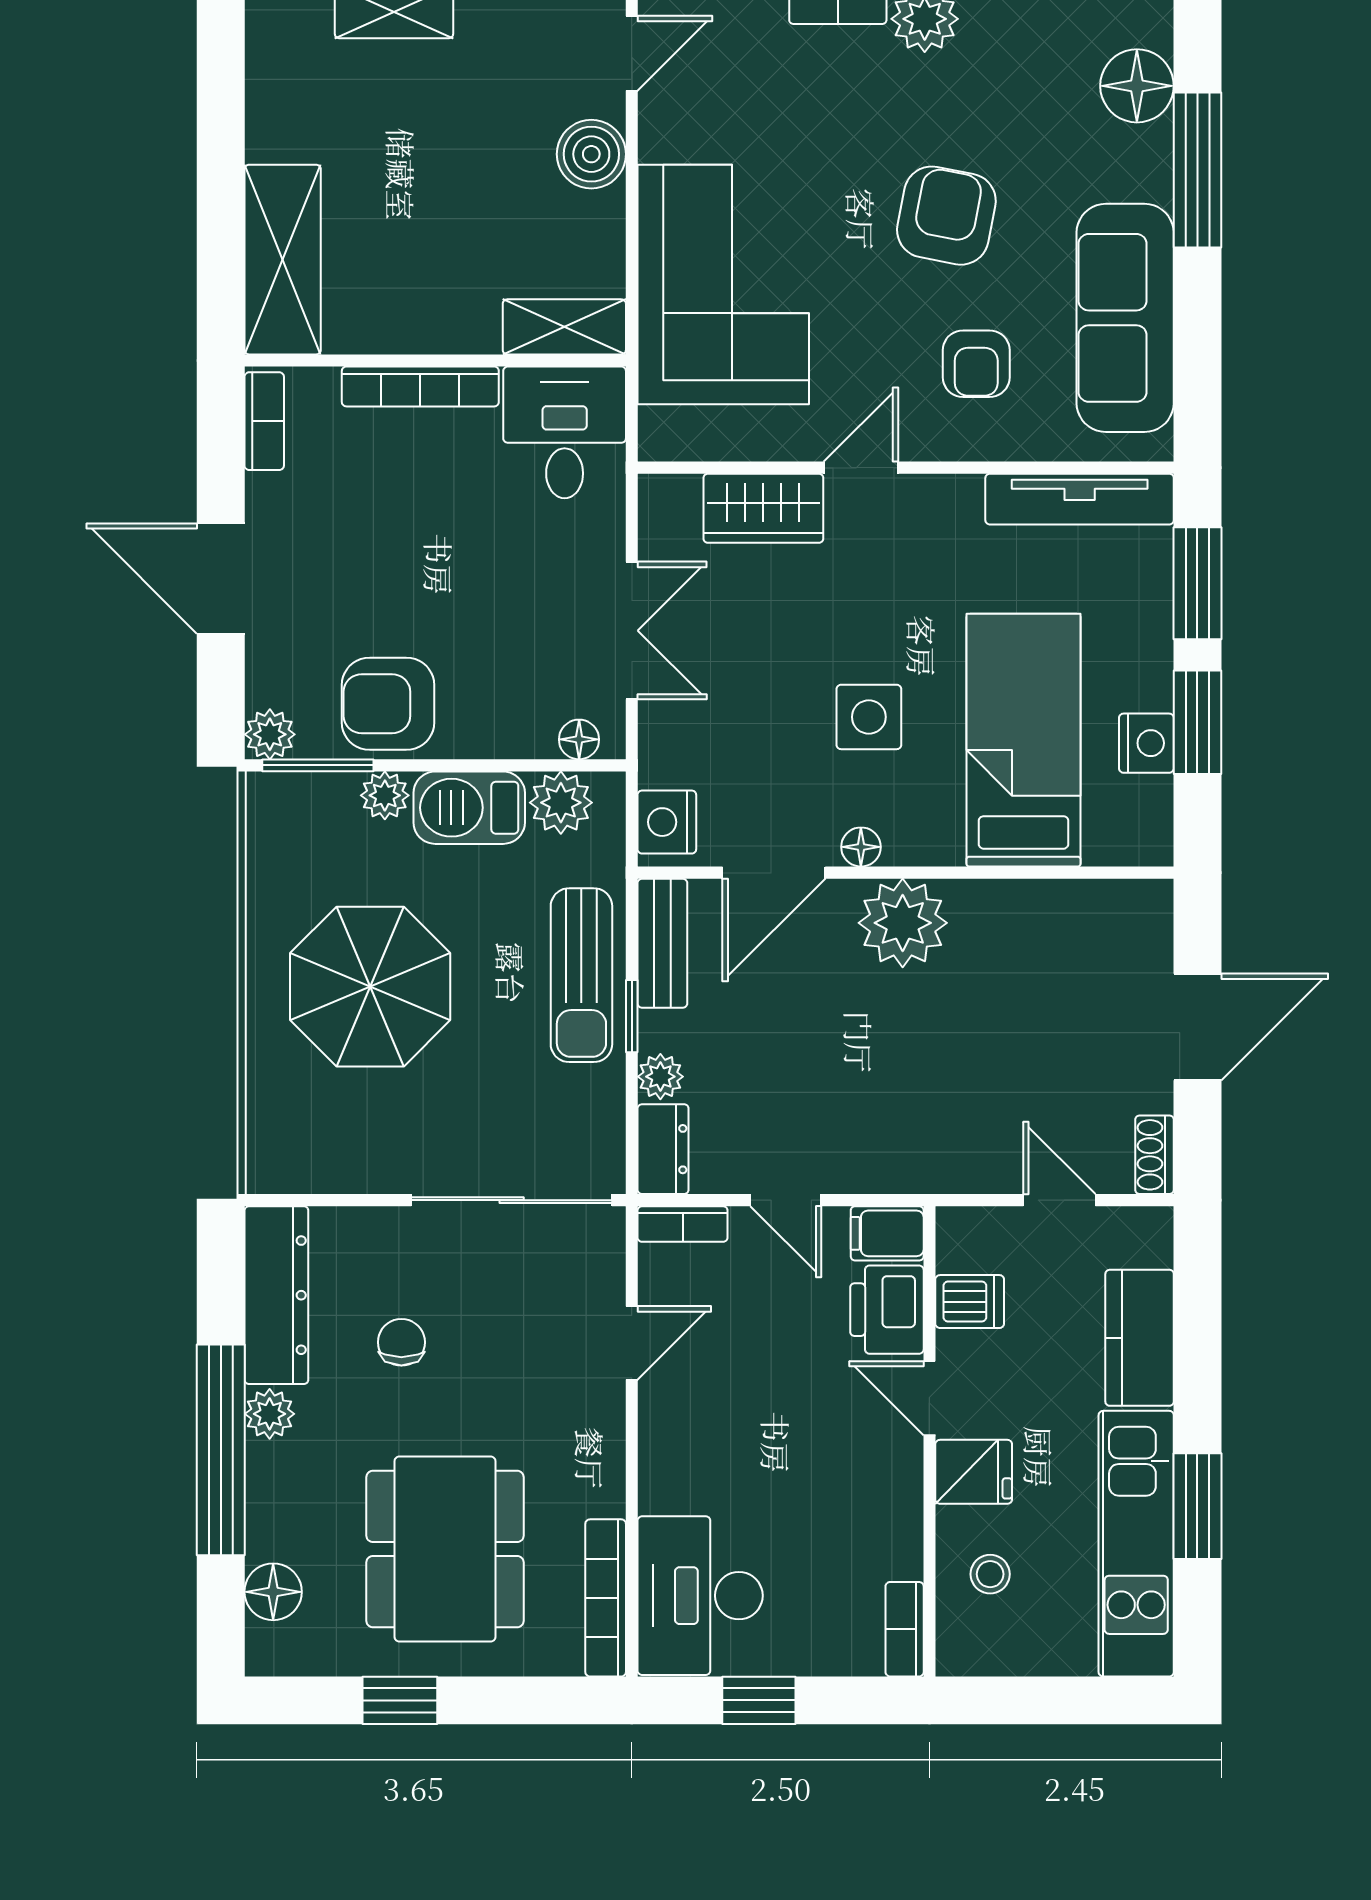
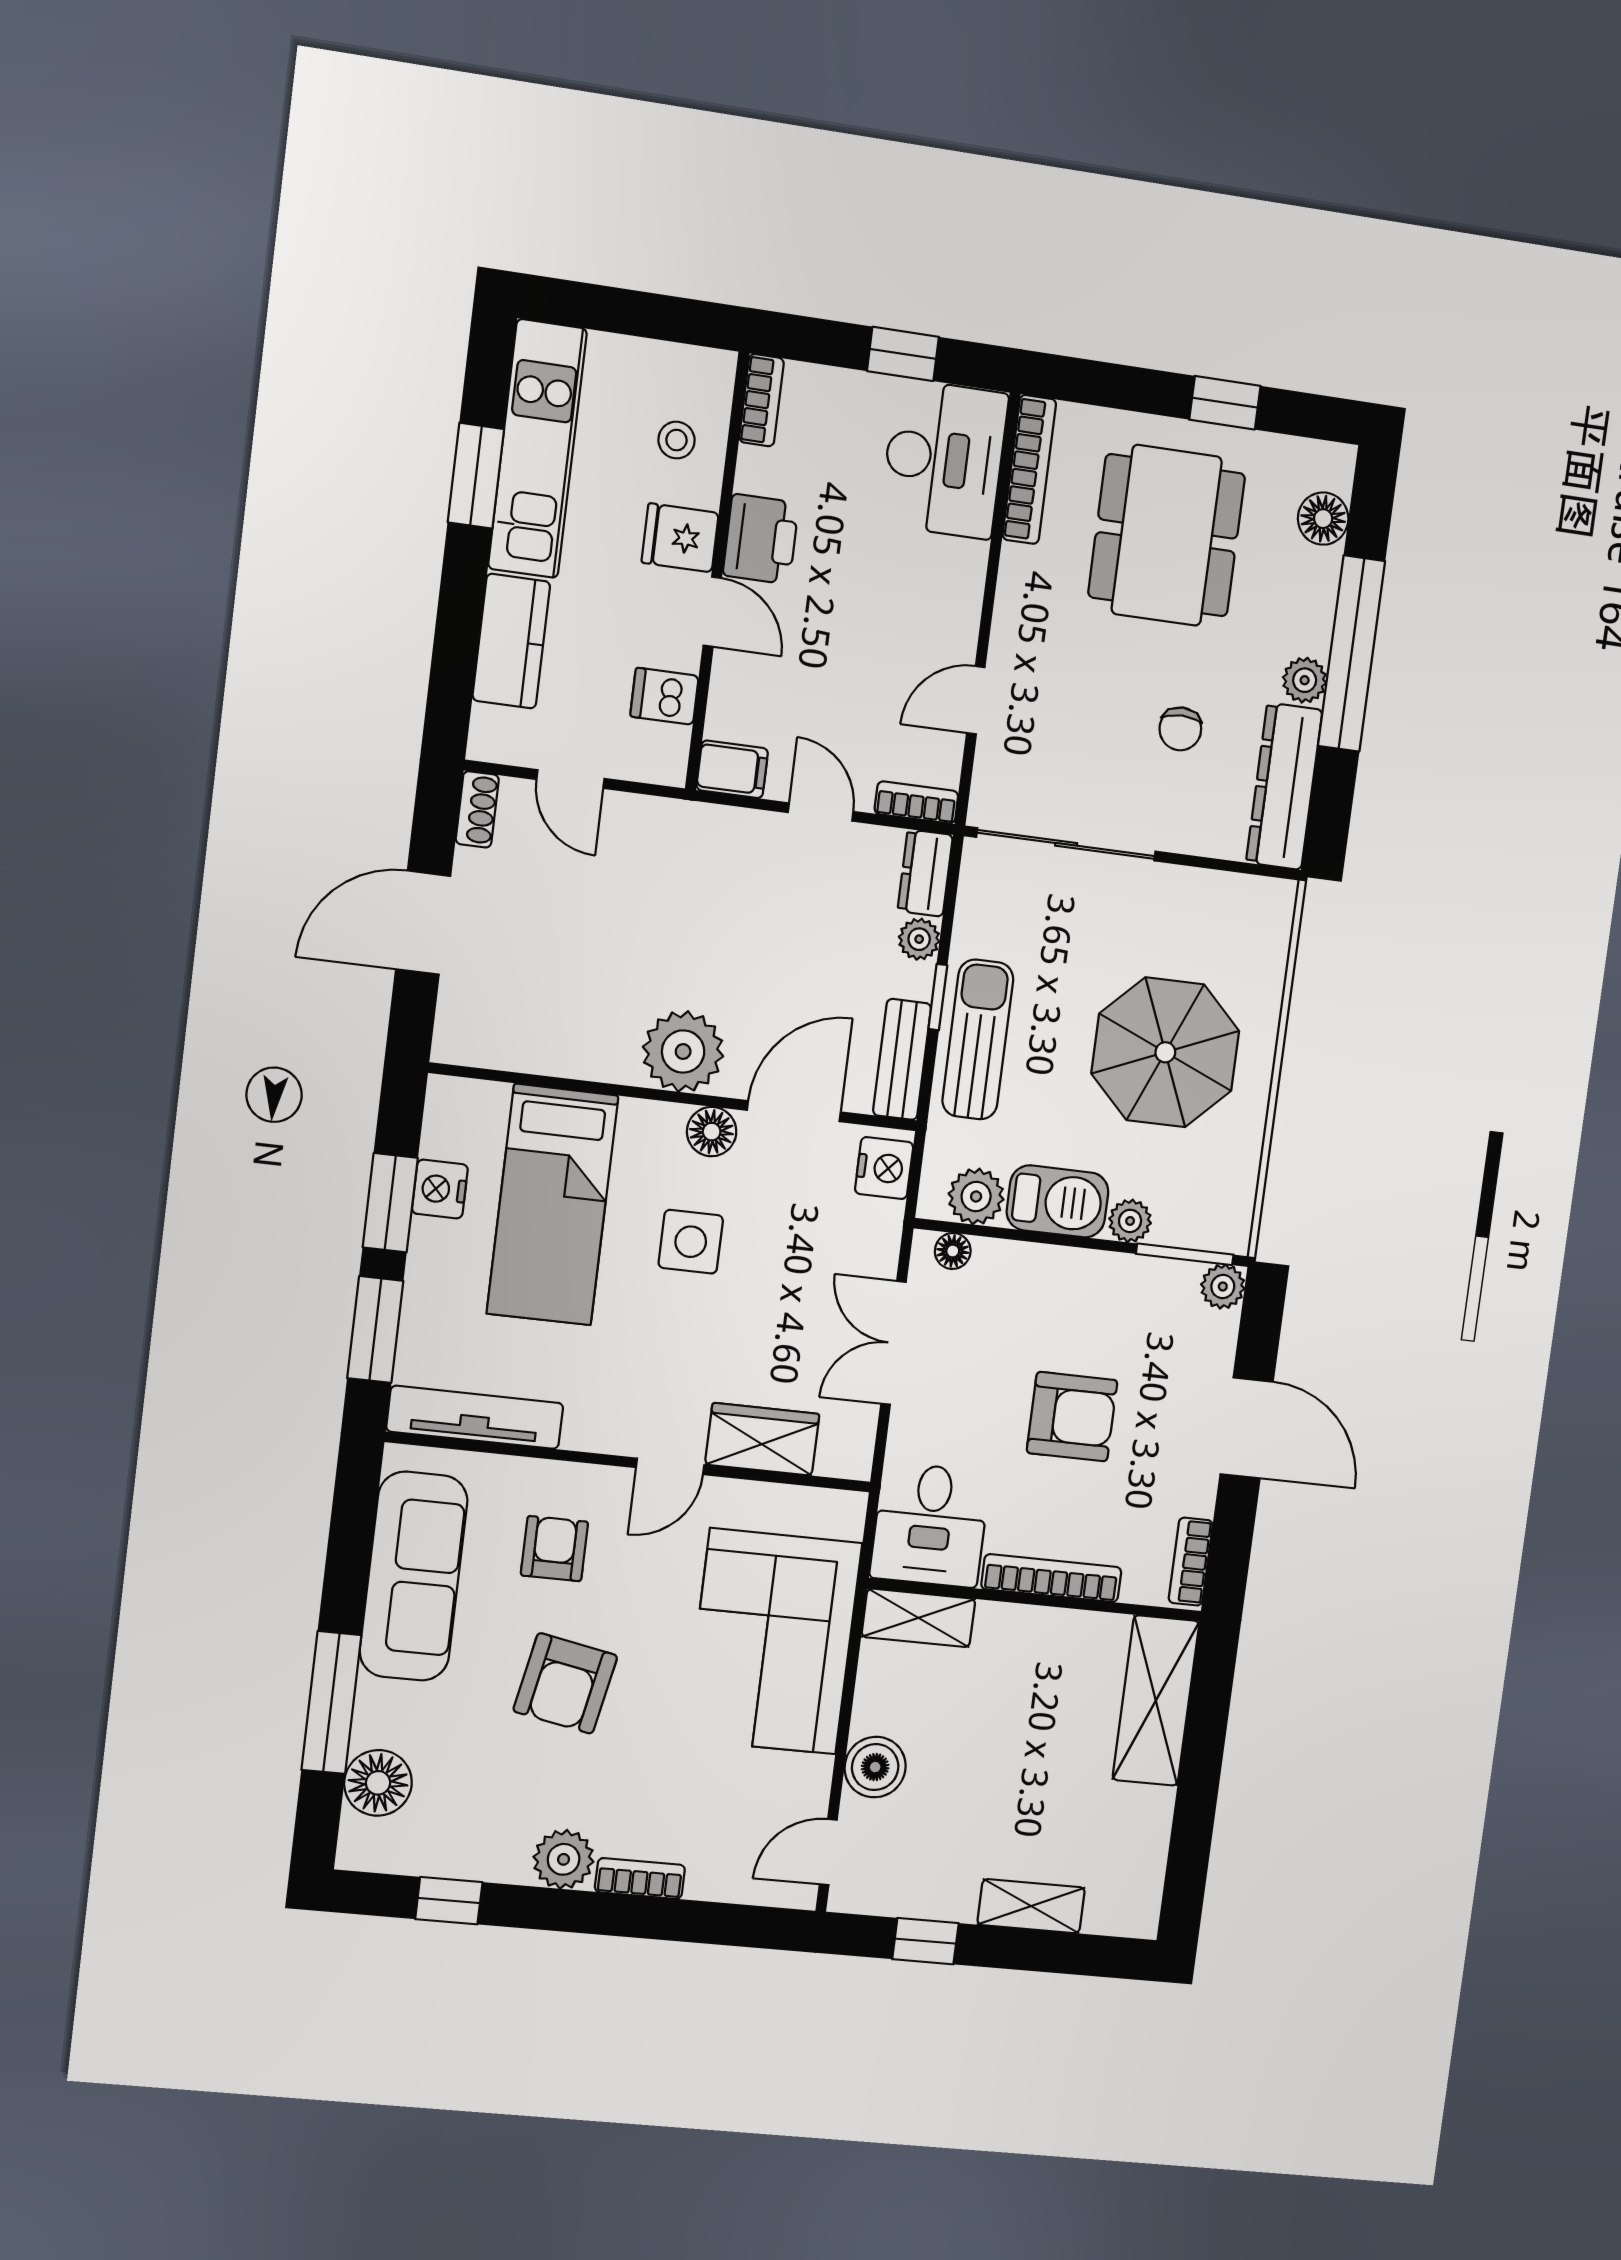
armchair: (388, 704) -> (1072, 1417), moved
floor lamp: (861, 847) -> (712, 1132), width x1.37, depth x1.37
printer: (887, 1310) -> (761, 539), moved

